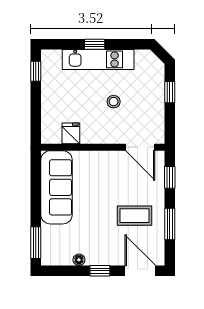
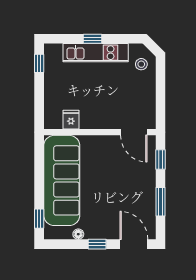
window: (170, 92) -> (160, 82), removed
stool: (114, 102) -> (141, 64), moved
sofa: (56, 187) -> (62, 180), width x1.36, depth x1.27
coffee table: (135, 216) -> (129, 194), removed
window: (36, 243) -> (39, 219), width x0.67

